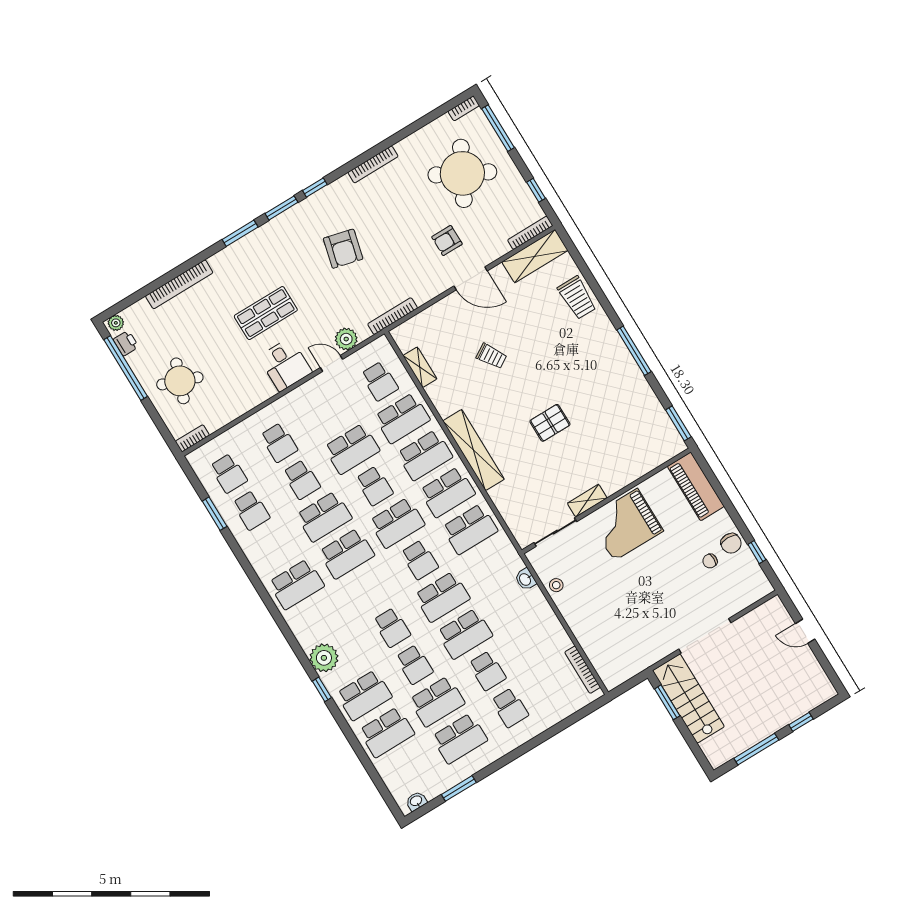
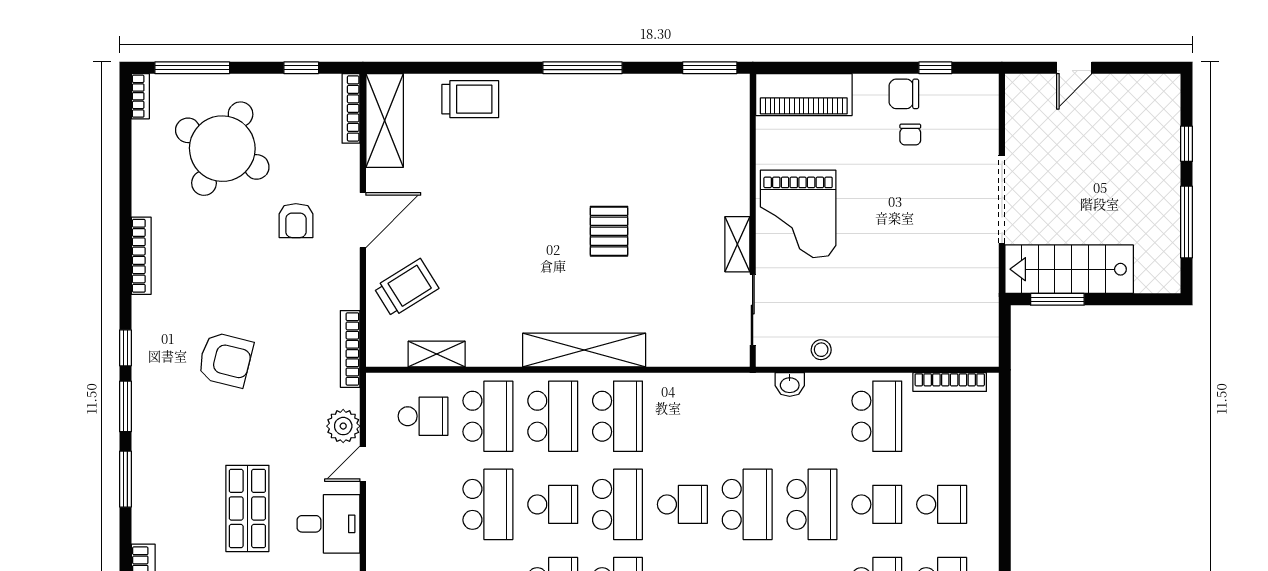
trolley: (491, 356) -> (406, 288), moved, width x1.36, depth x1.39
school desk: (470, 529) -> (877, 416), moved
chair: (731, 543) -> (904, 94), turned 180

